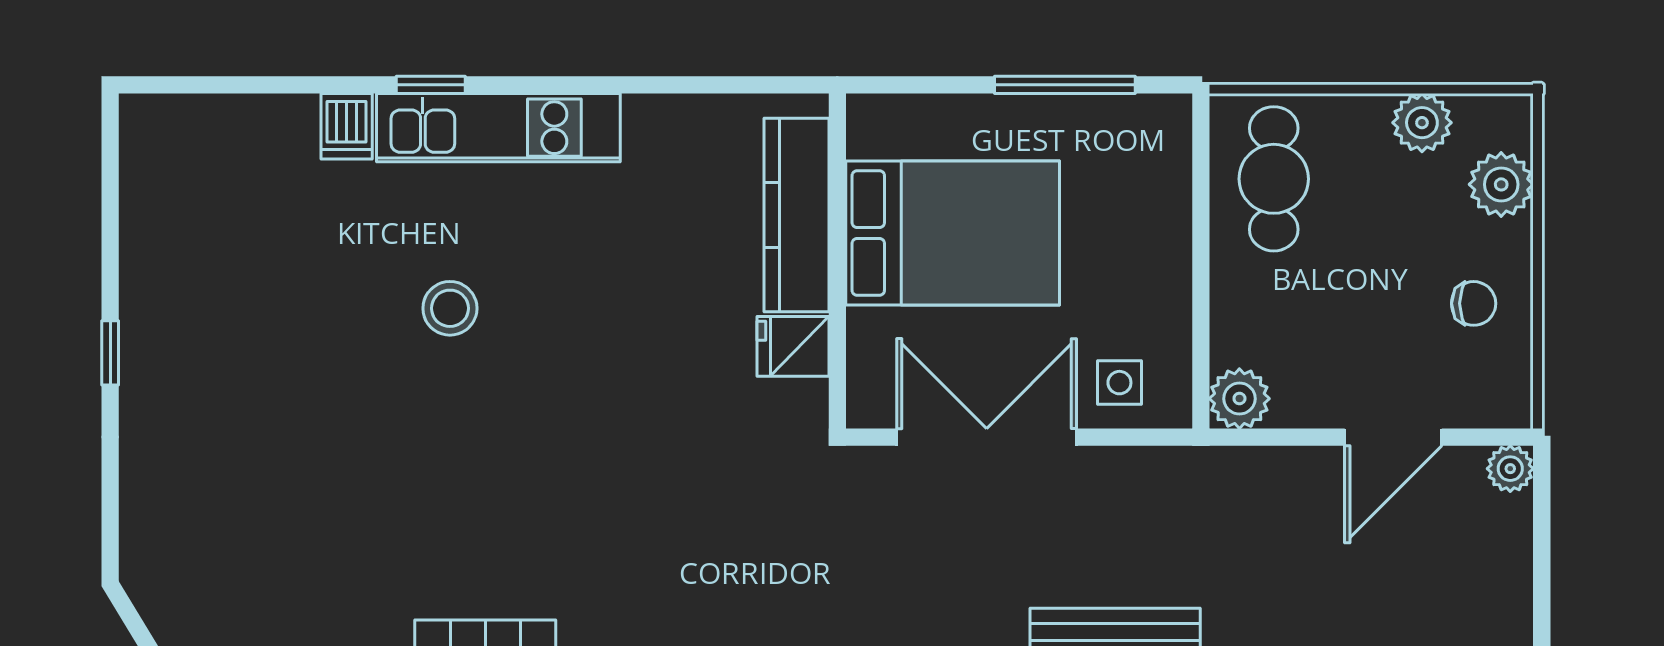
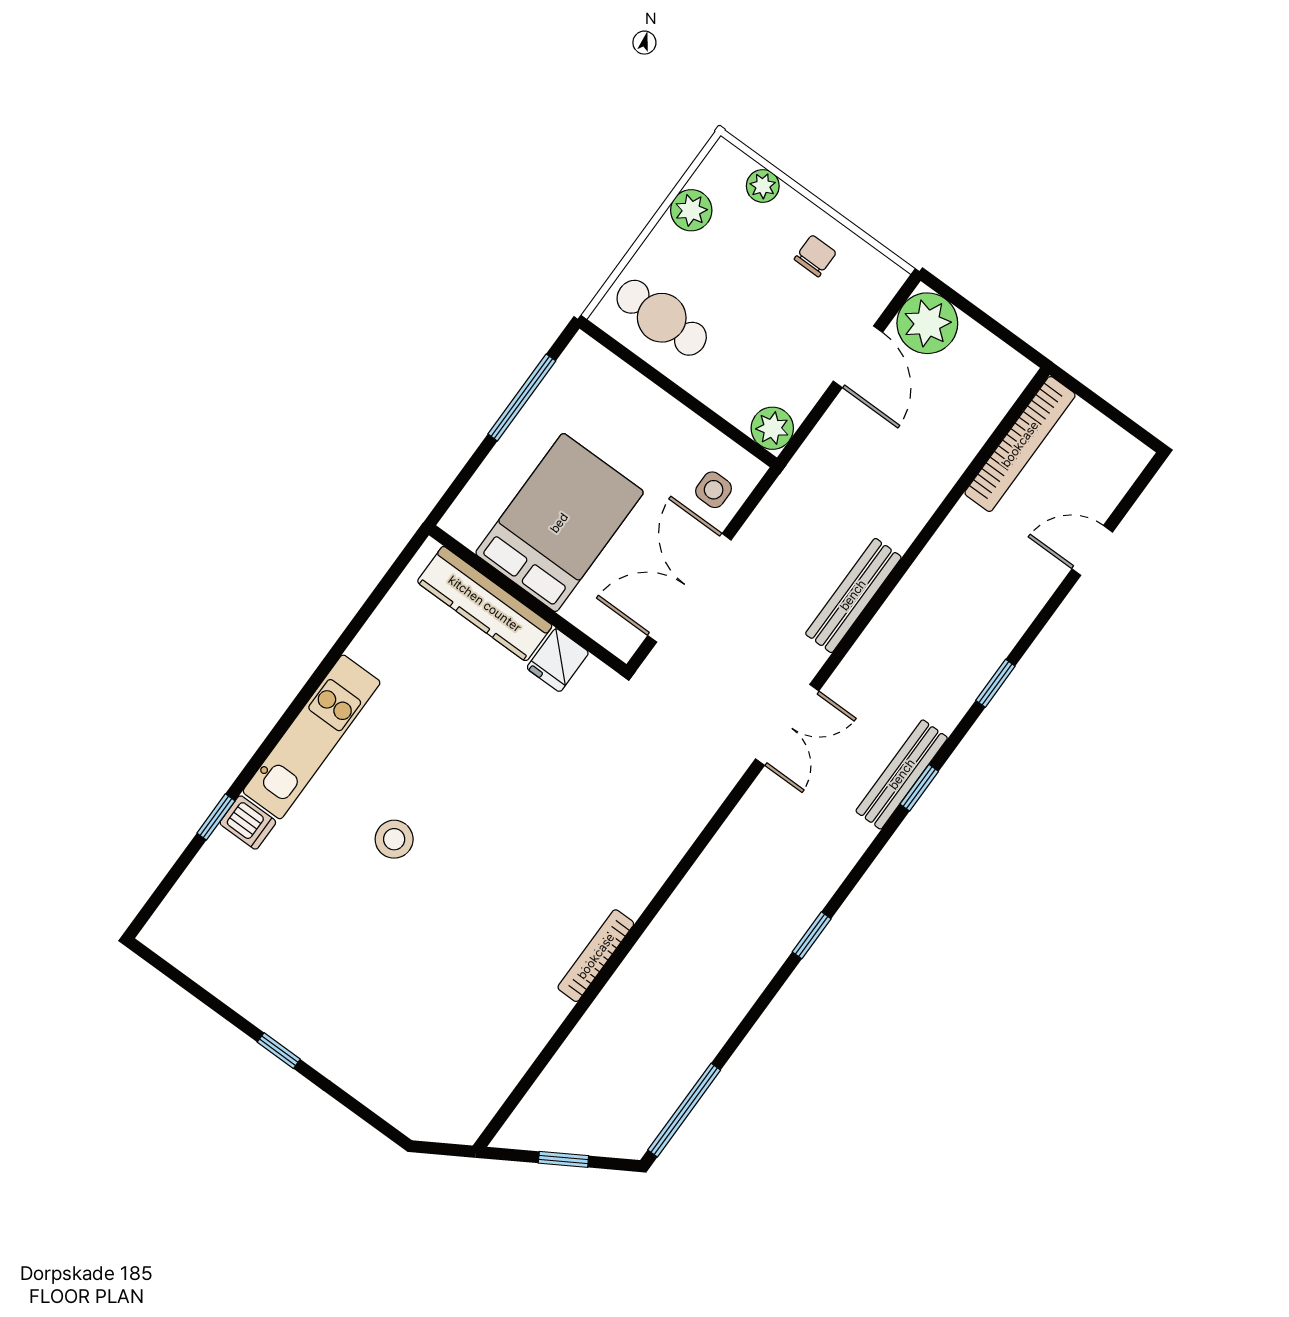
window: (431, 85) -> (216, 817), moved
plant: (1501, 184) -> (763, 186), width x0.73, depth x0.73
plant: (1510, 469) -> (927, 323), width x1.88, depth x1.88

